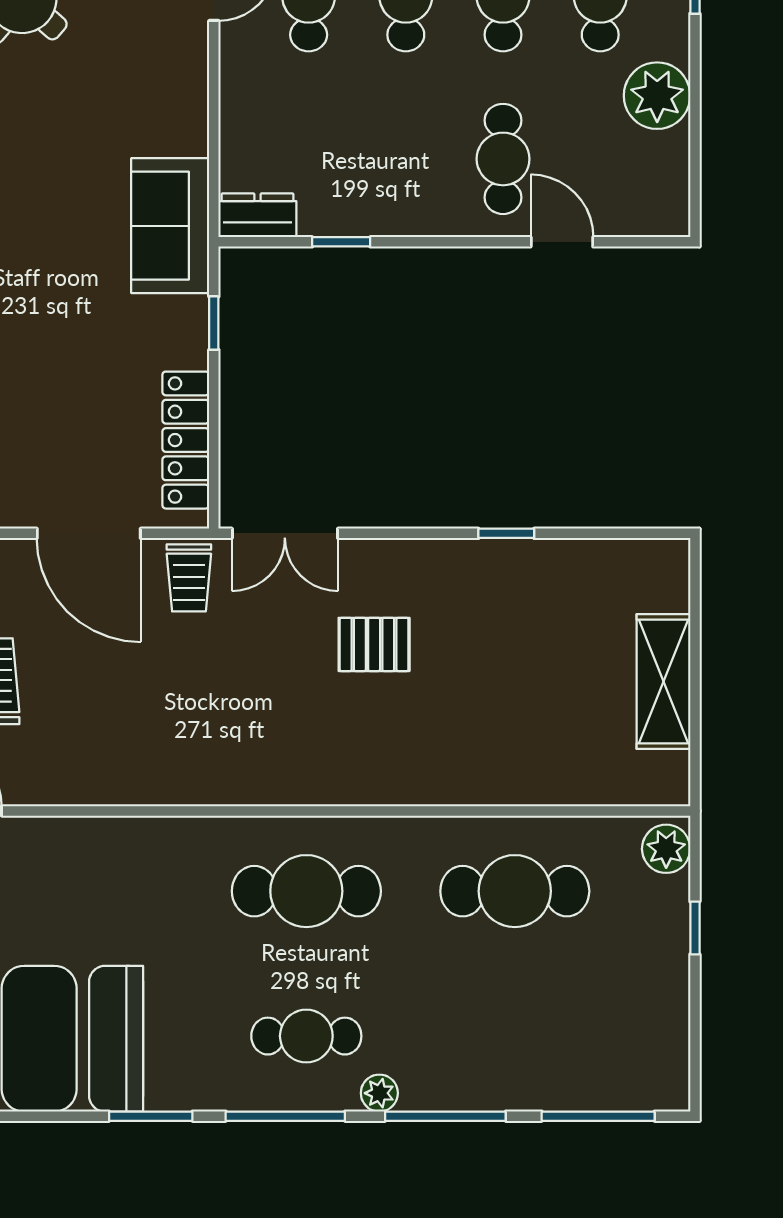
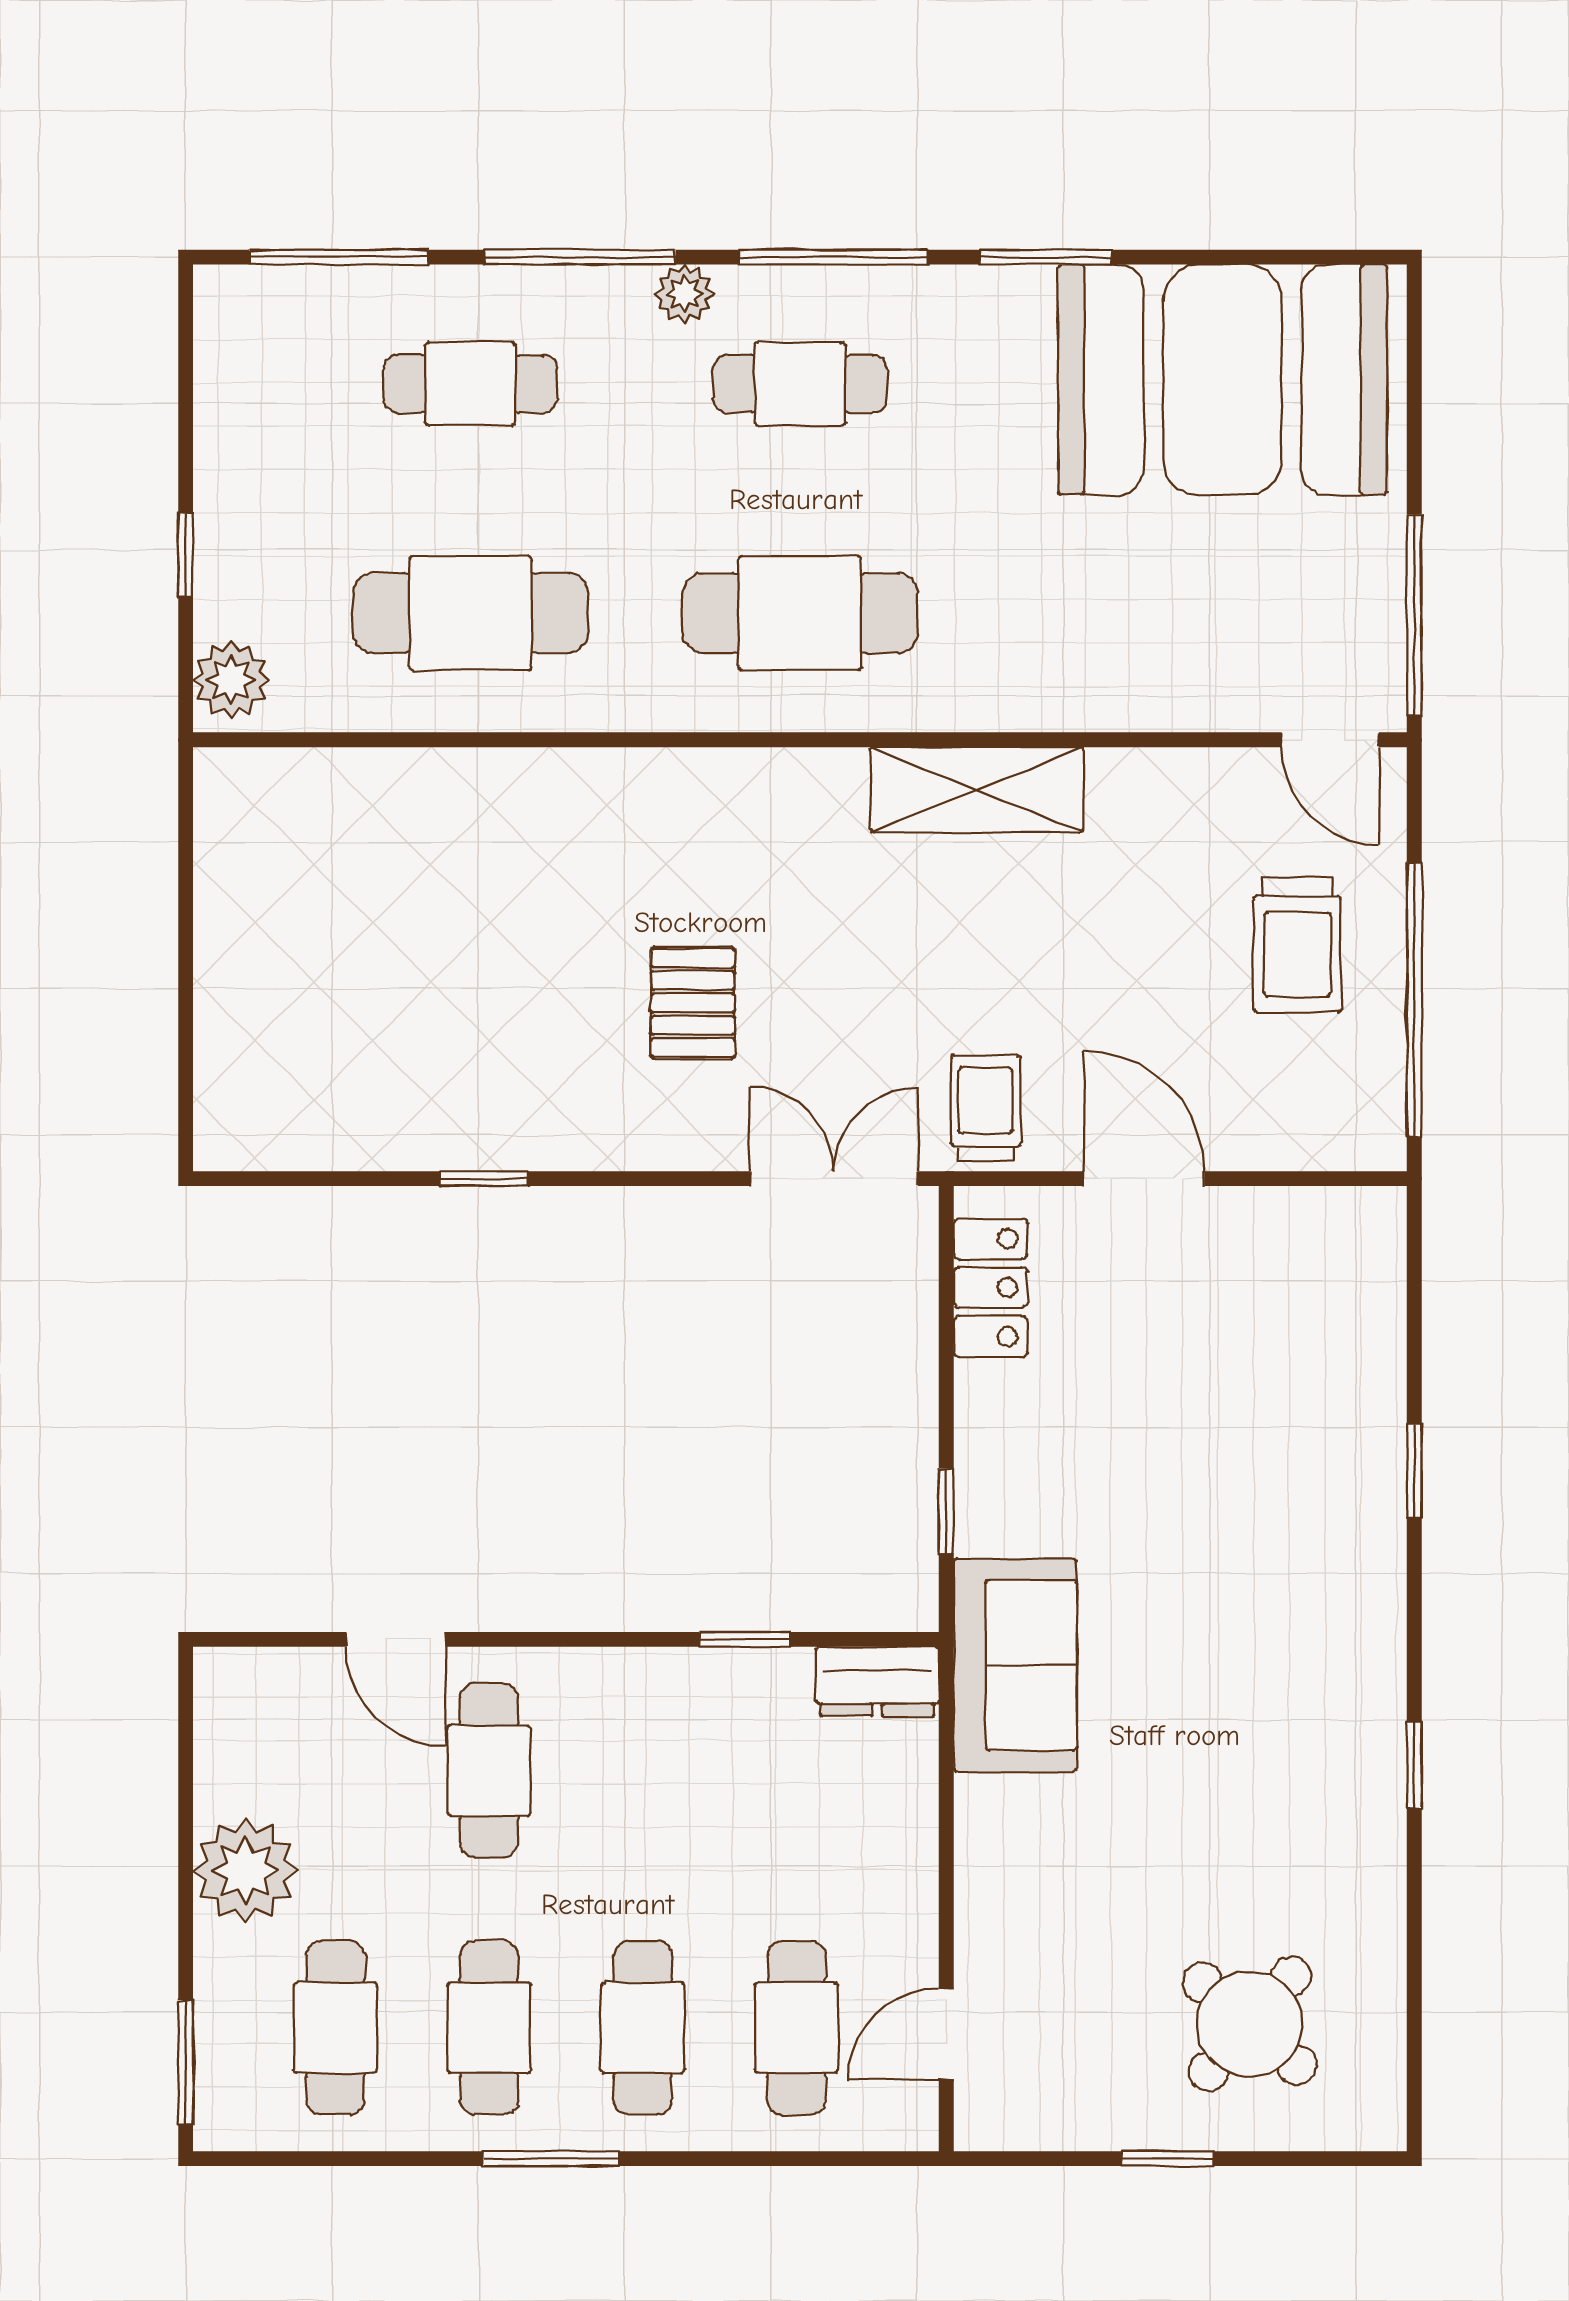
locker: (186, 440) -> (991, 1288), width x0.66
door: (89, 533) -> (1144, 1179), width x0.73
pallet: (374, 644) -> (693, 1003), turned 90
shelving: (663, 682) -> (977, 790), moved, turned 90
cafe table: (515, 1036) -> (470, 384), added

